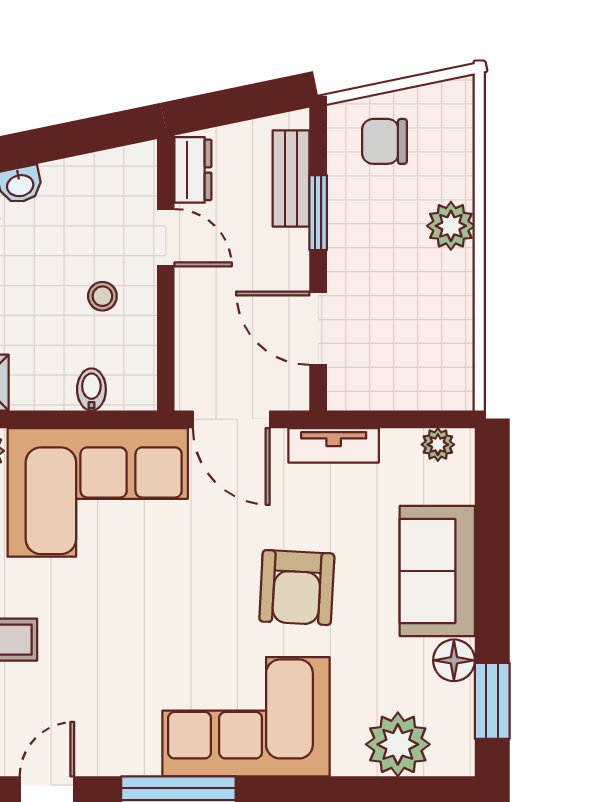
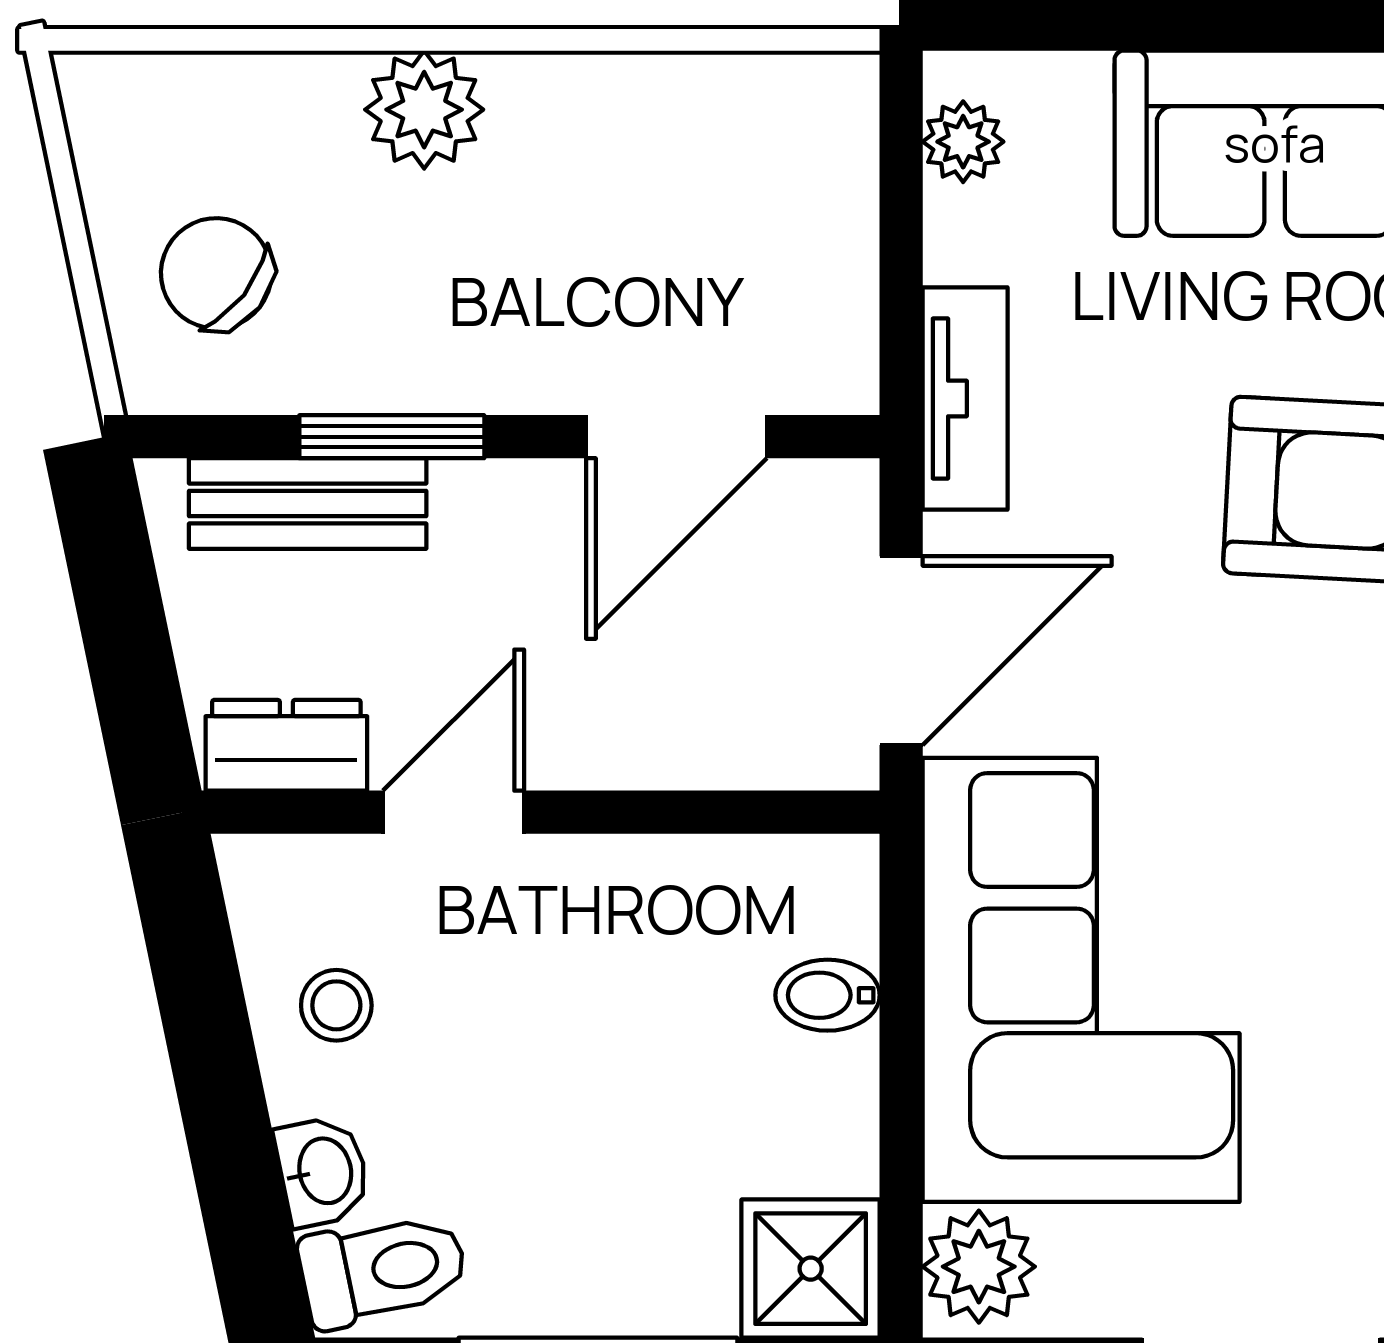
chair: (384, 141) -> (216, 273), turned 128
stool: (102, 296) -> (336, 1005), moved

